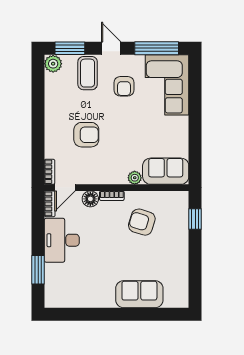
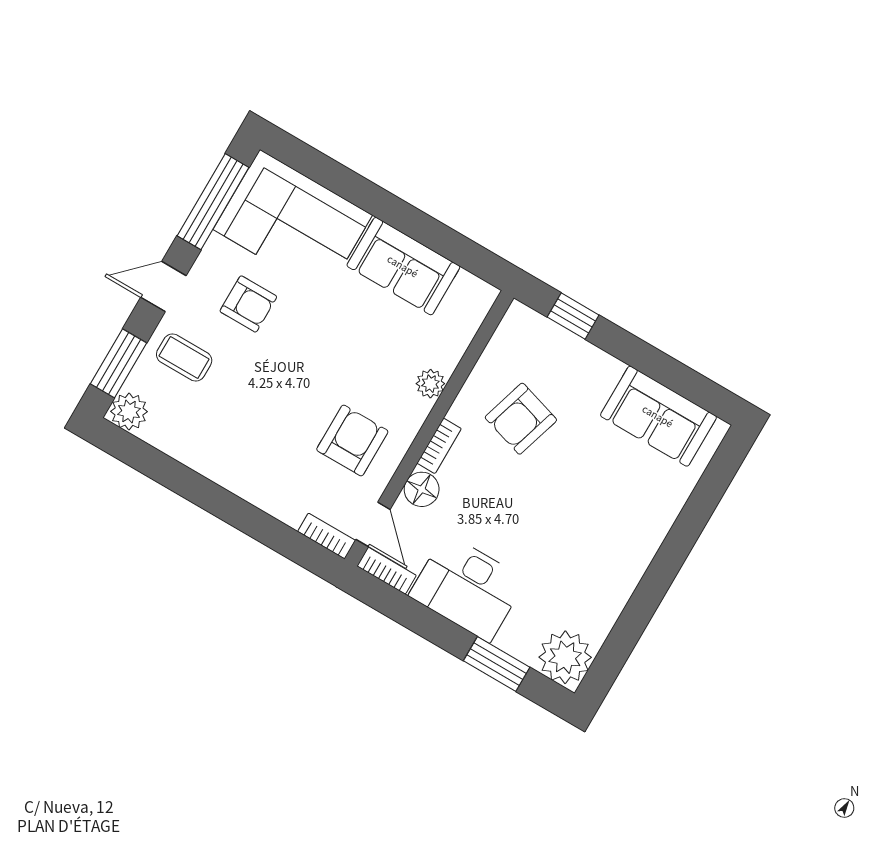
coffee table: (88, 73) -> (184, 358), width x0.73, depth x0.77
armchair: (86, 135) -> (352, 440), moved
sofa: (166, 171) -> (403, 266), moved, turned -90
sofa: (139, 294) -> (658, 416), moved, turned -90
plant: (57, 296) -> (565, 657), added

